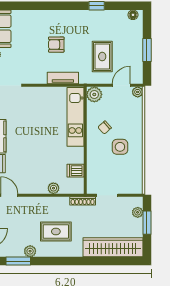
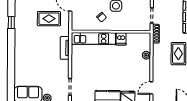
armchair: (56, 45) -> (40, 53), removed
plant: (94, 94) -> (77, 25), removed
dishwasher: (75, 171) -> (121, 39), moved

